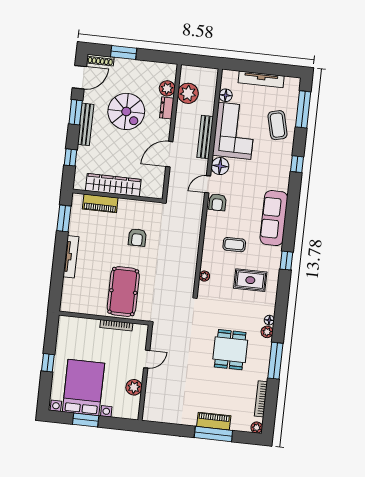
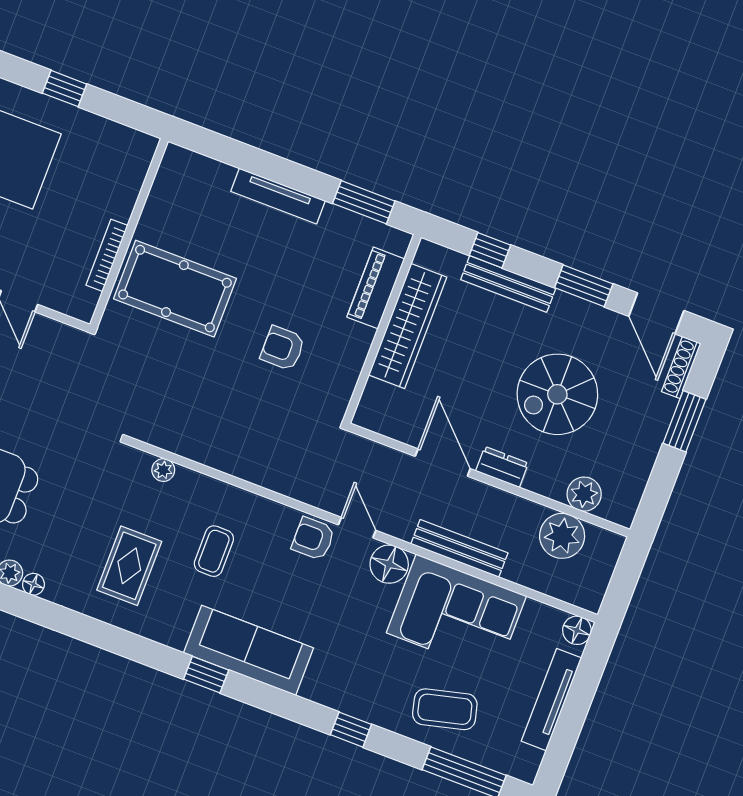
floor lamp: (226, 95) -> (577, 630), moved
dresser: (167, 108) -> (502, 467), moved
bench: (86, 124) -> (508, 284), moved
window: (286, 261) -> (206, 675), moved

